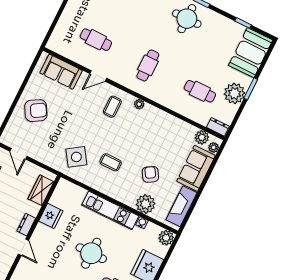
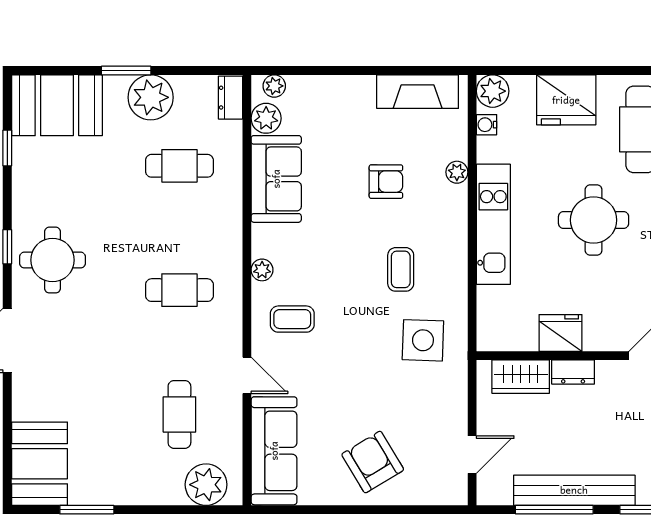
plant: (61, 36) -> (206, 485), added
sofa: (61, 72) -> (274, 451), width x1.36
cafe table: (200, 91) -> (179, 166), turned 90
side table: (76, 157) -> (423, 340), turned 36
sofa: (196, 168) -> (276, 179), moved, turned -90
armchair: (150, 174) -> (386, 182), turned -148
plant: (146, 204) -> (457, 172), width x0.53, depth x0.53
water cooler: (142, 223) -> (487, 125), moved
dresser: (26, 225) -> (573, 372), moved

